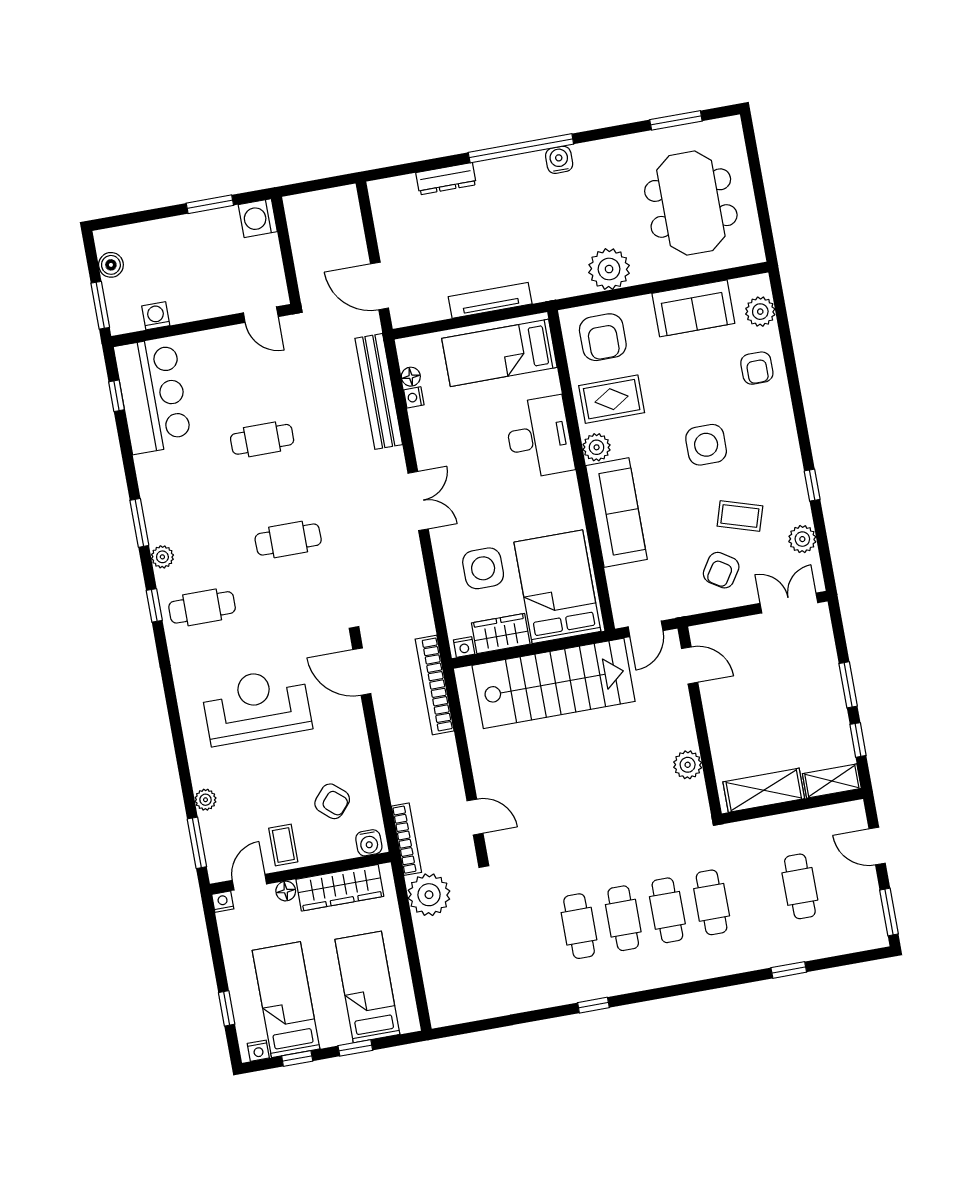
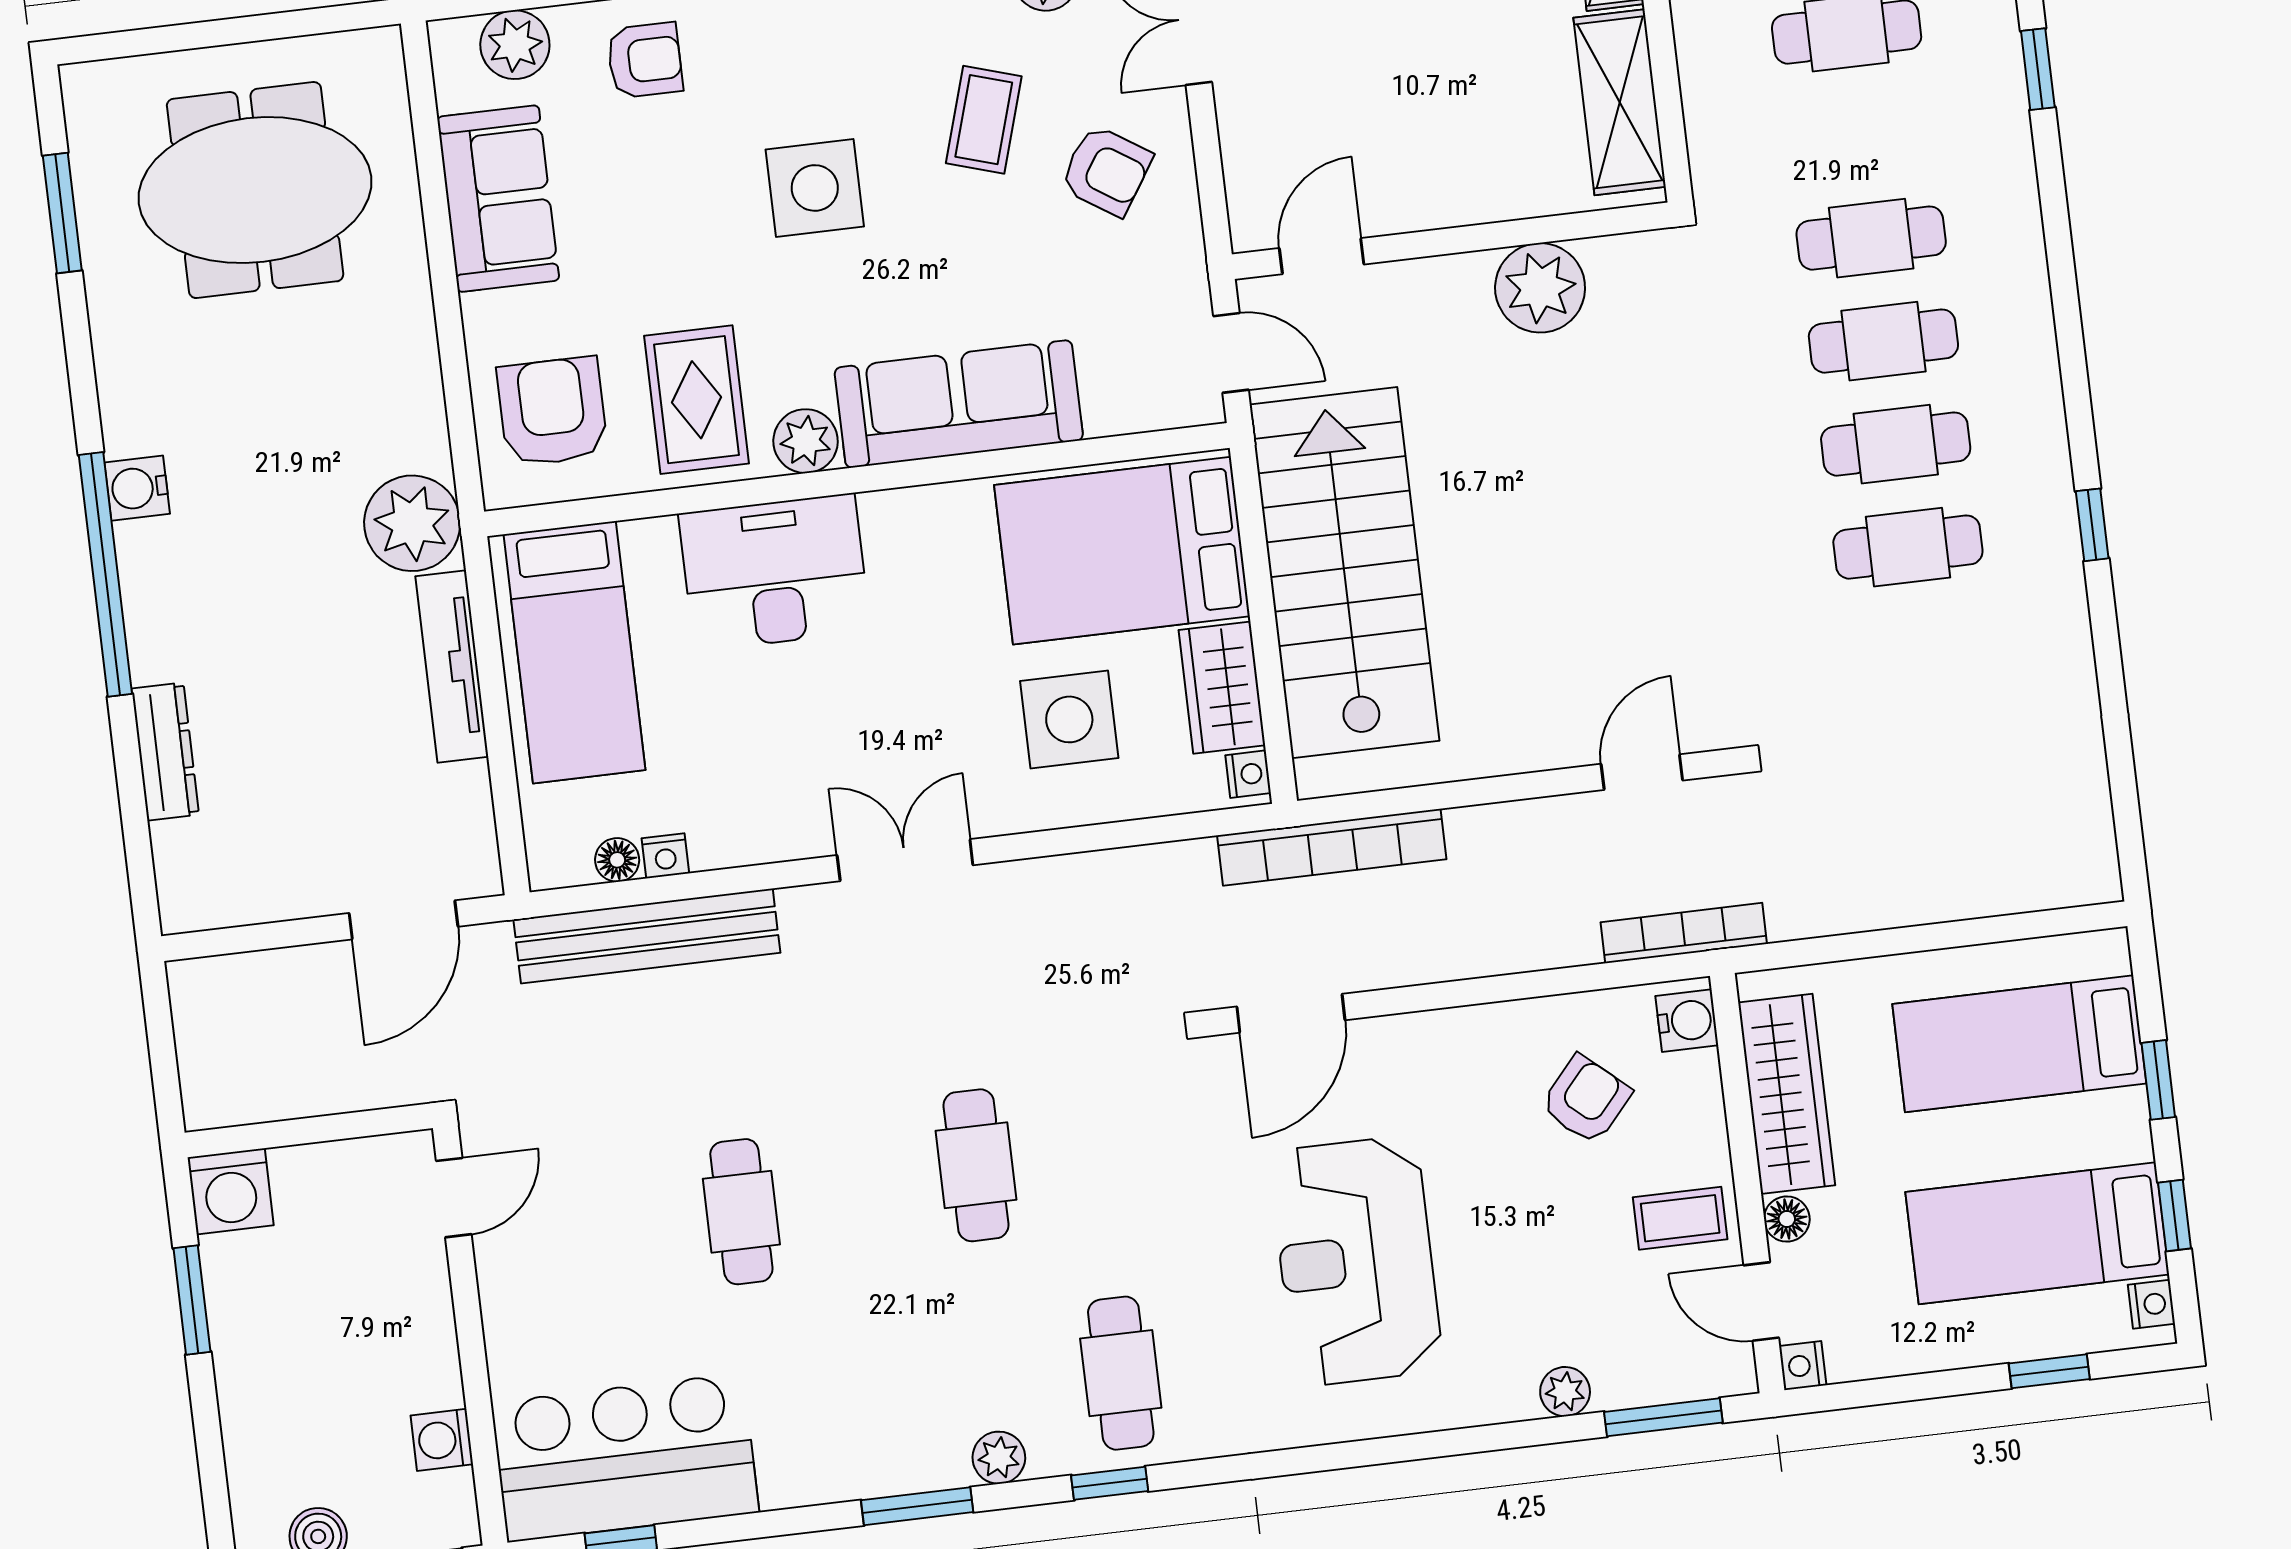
plant: (609, 269) -> (412, 523), moved
armchair: (603, 337) -> (552, 411), turned -90
plant: (688, 765) -> (1540, 288), width x1.36, depth x1.36
plant: (429, 895) -> (1815, 889), removed

